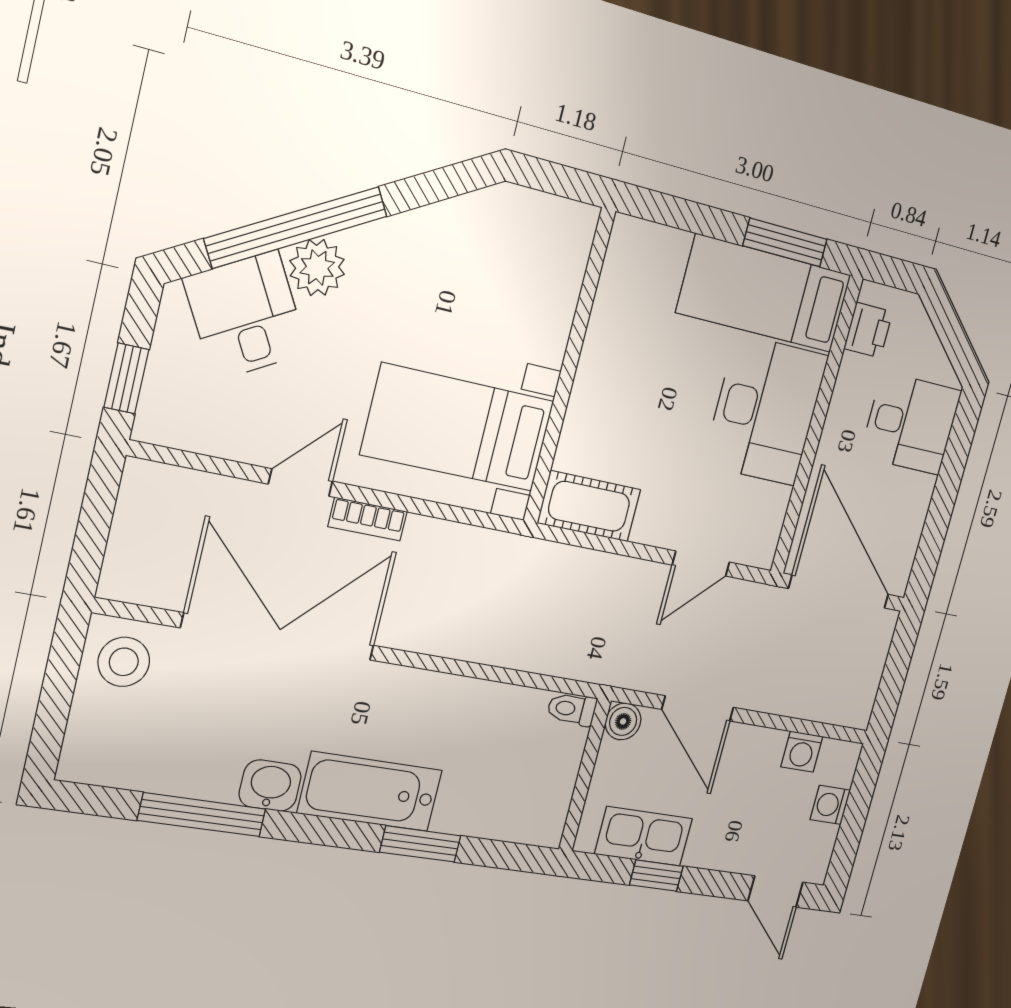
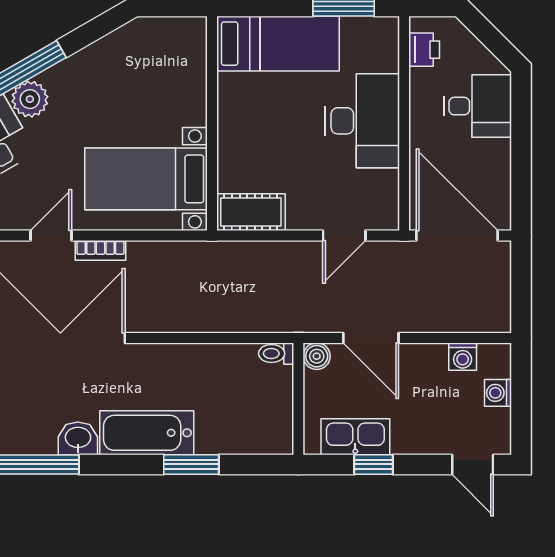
bed: (764, 294) -> (278, 44), moved, turned 180

